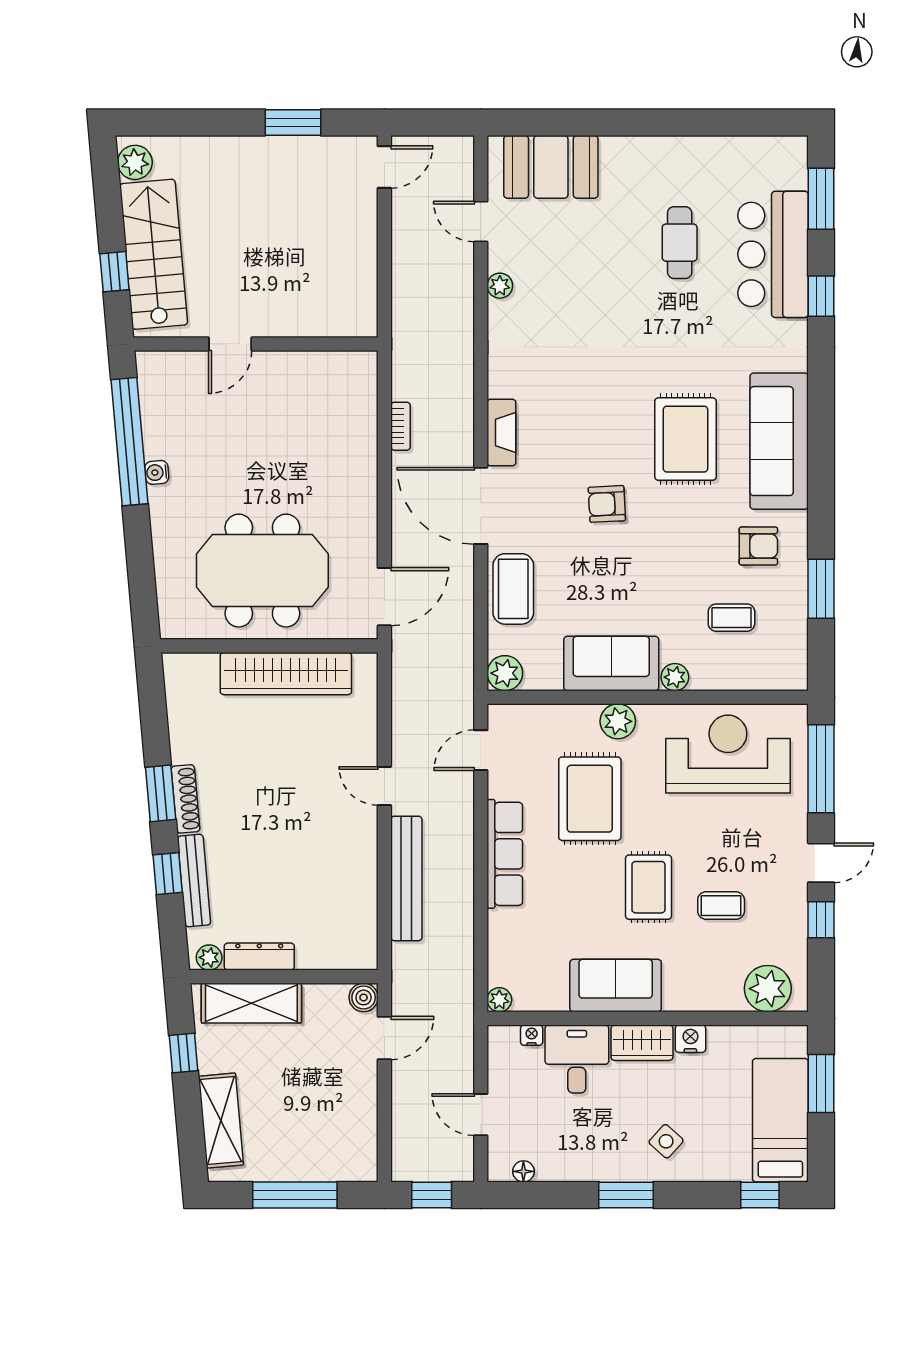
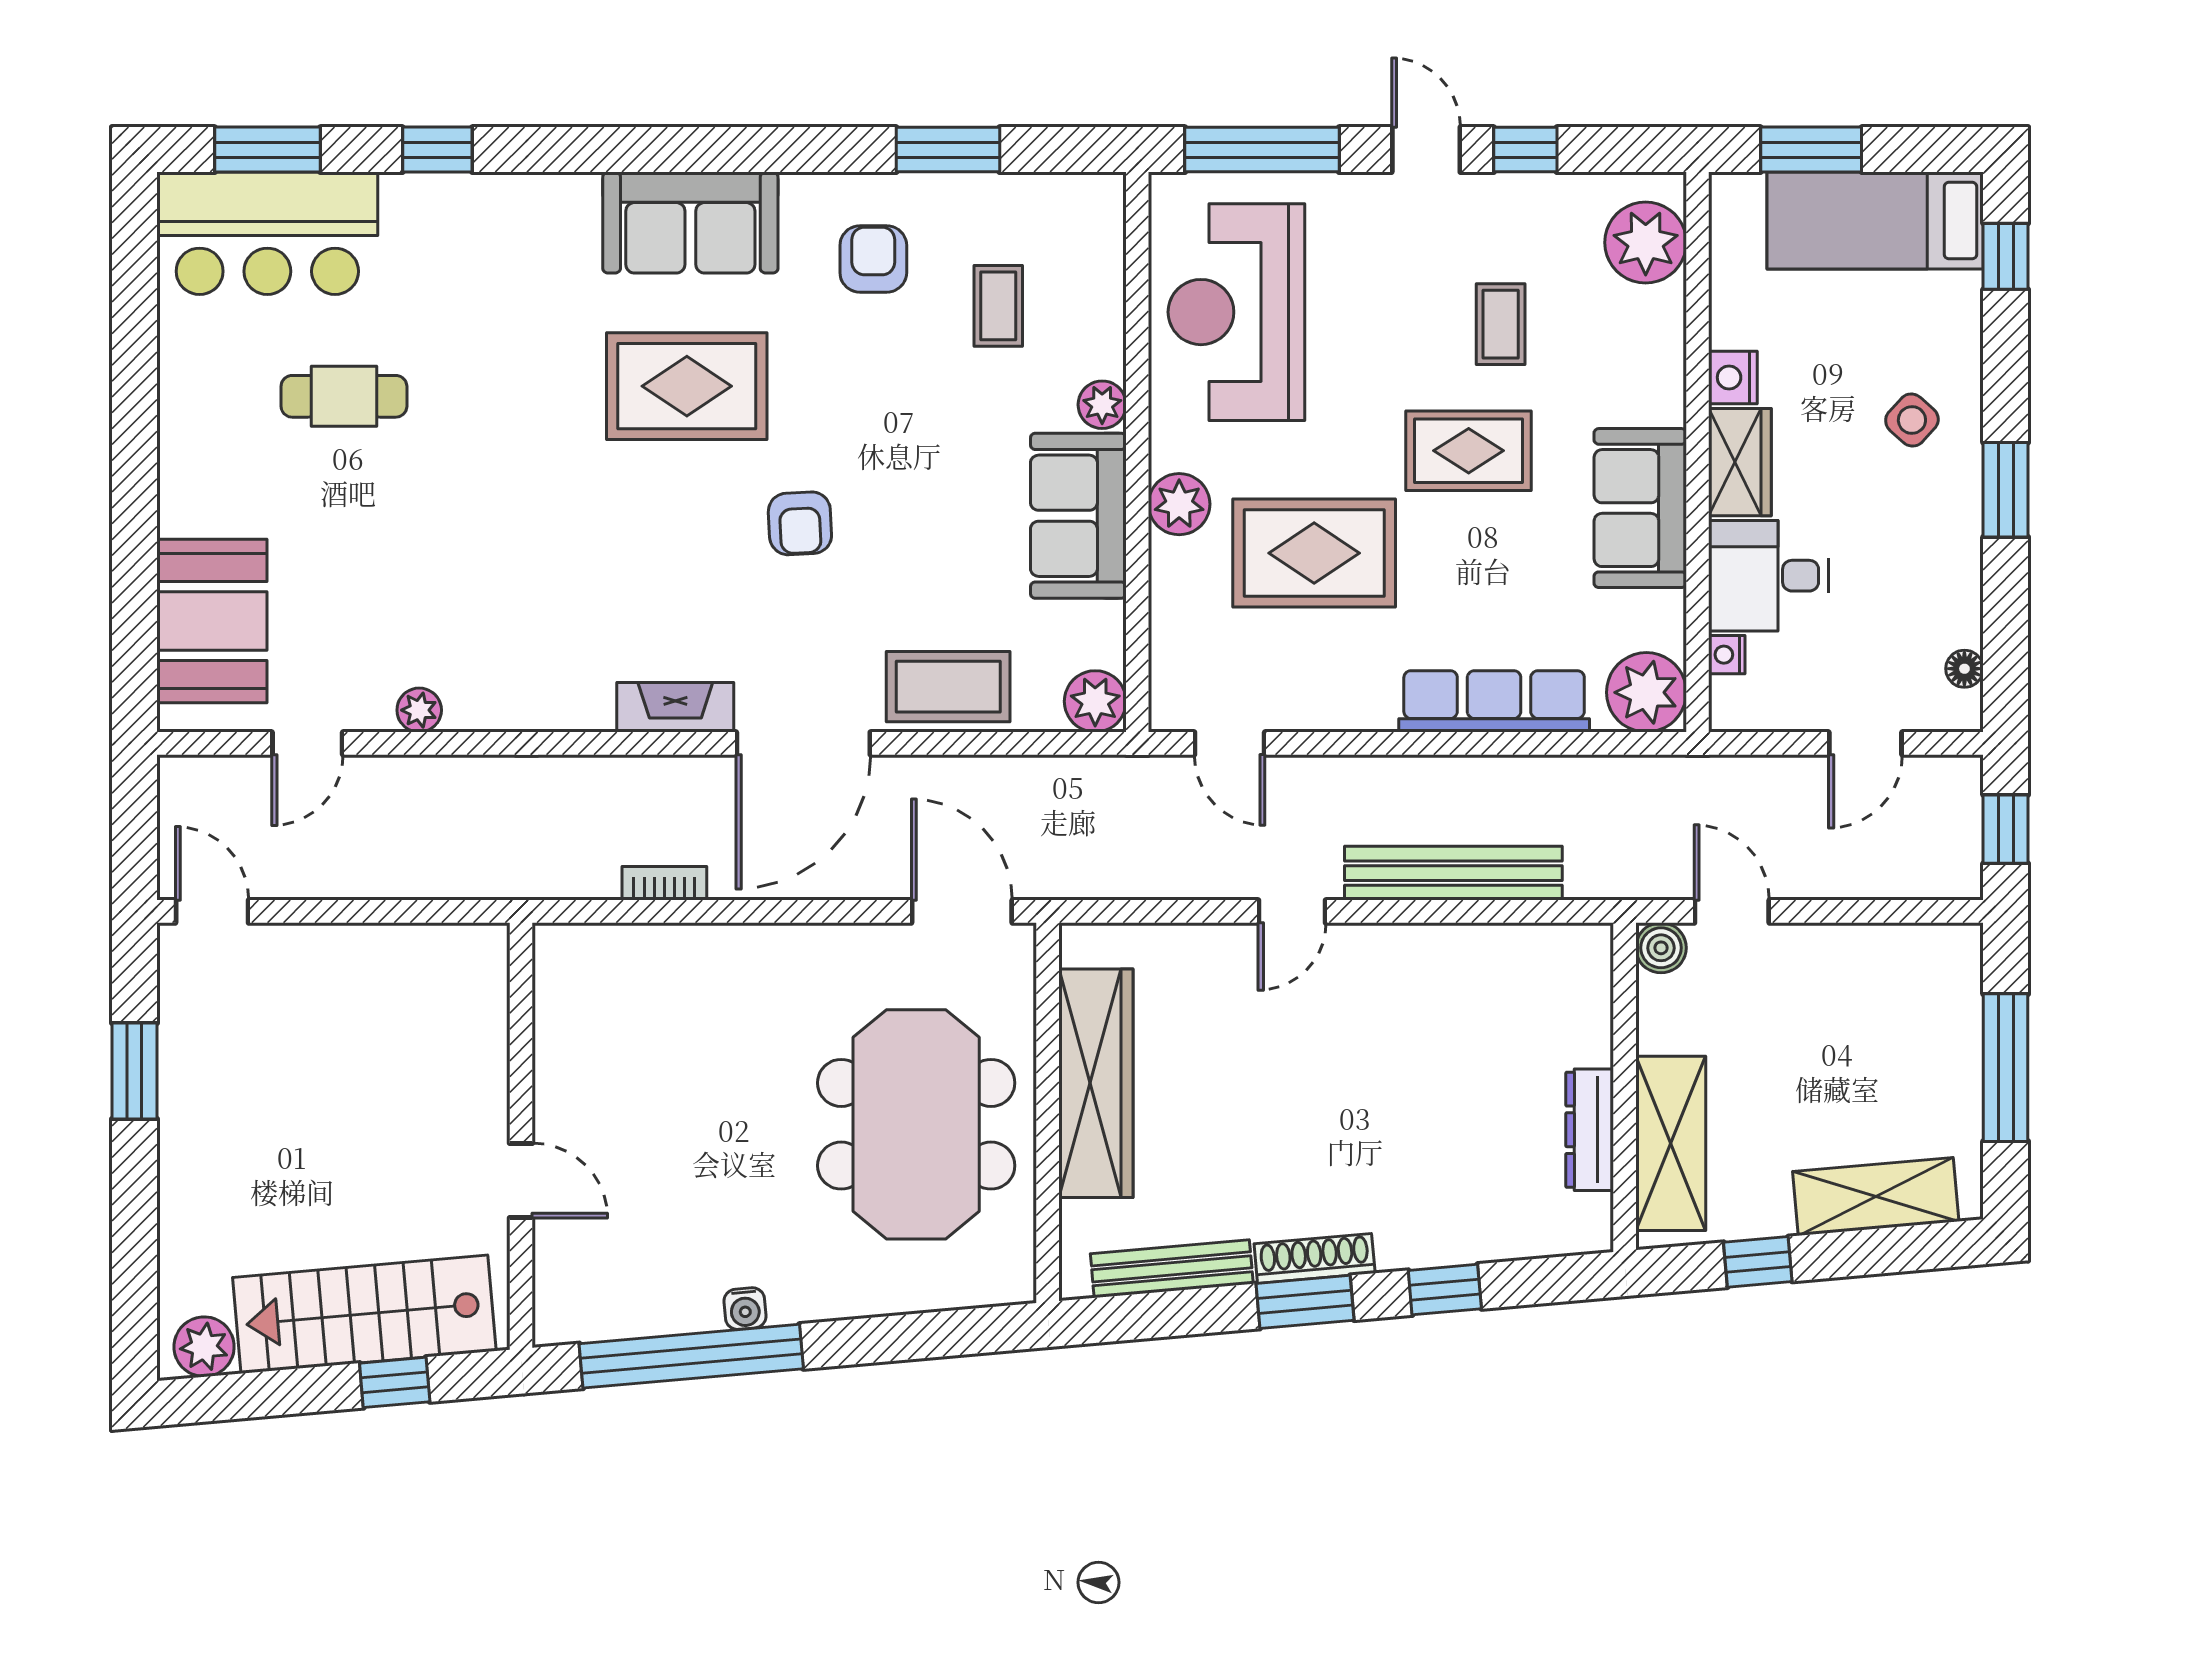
bar counter: (773, 254) -> (267, 233), moved
sofa: (779, 441) -> (690, 223), width x0.73
row of seats: (505, 854) -> (1494, 701), moved
bench: (194, 881) -> (1172, 1269), moved
plant: (209, 957) -> (1591, 1217), removed
plant: (499, 1000) -> (1646, 692), width x1.87, depth x1.87

